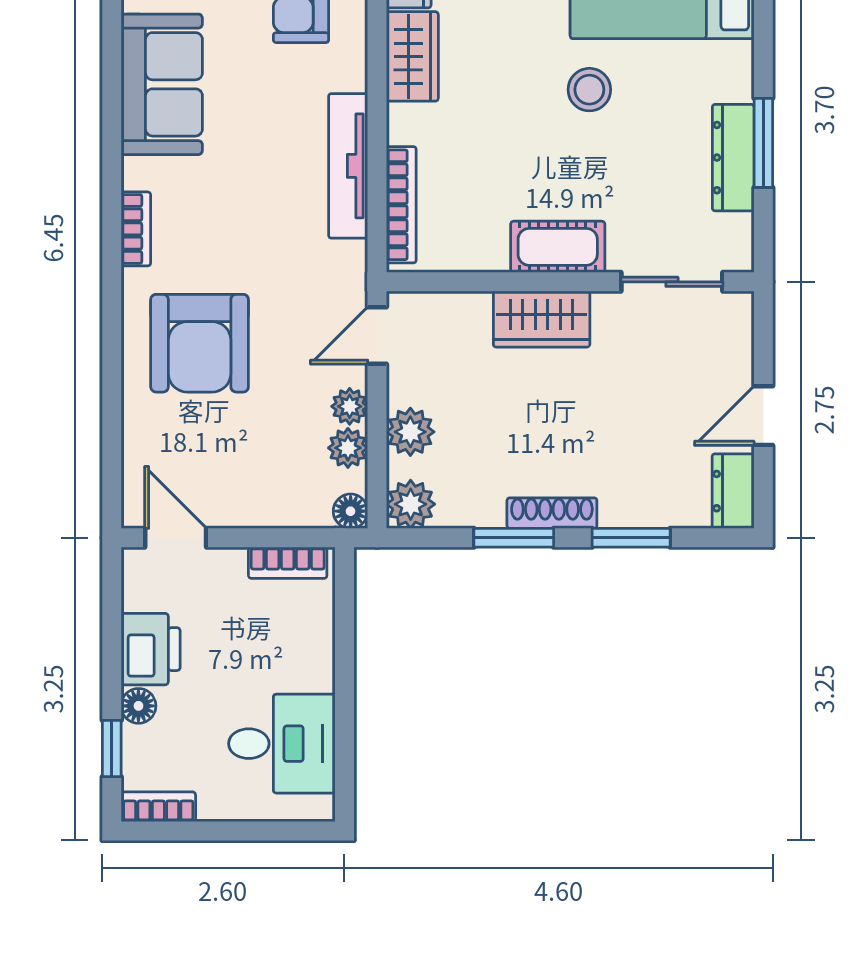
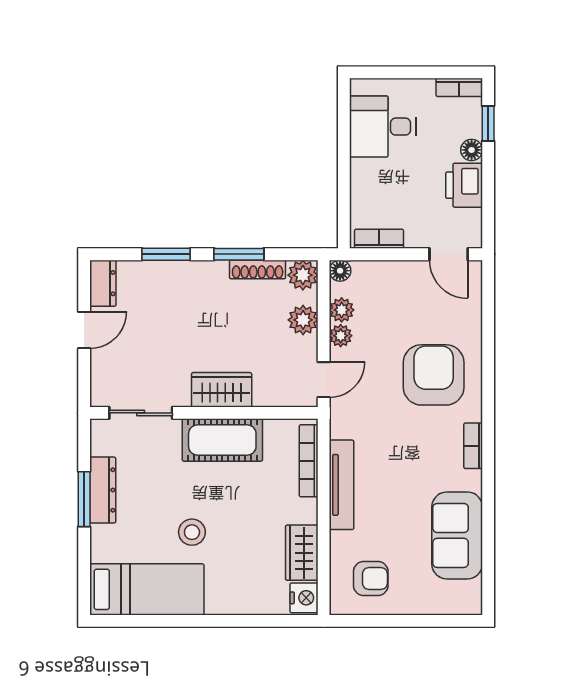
cot: (558, 247) -> (222, 440), width x1.37, depth x1.34
shoe rack: (552, 513) -> (258, 269), moved

